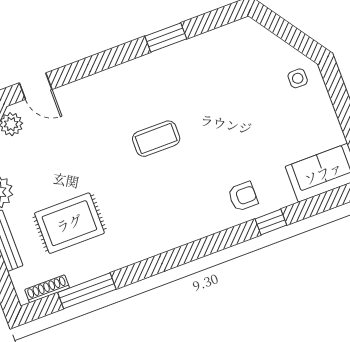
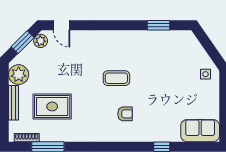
window: (166, 38) -> (159, 25), moved
armchair: (243, 196) -> (125, 114), moved

